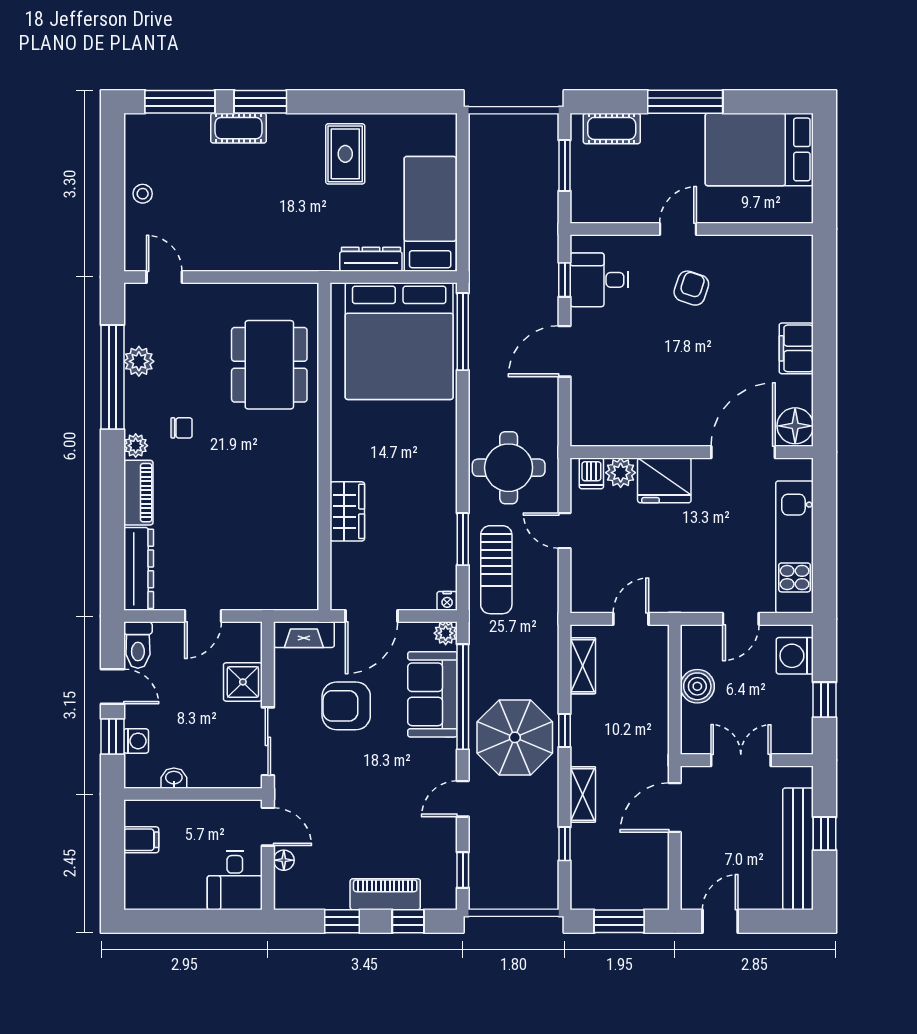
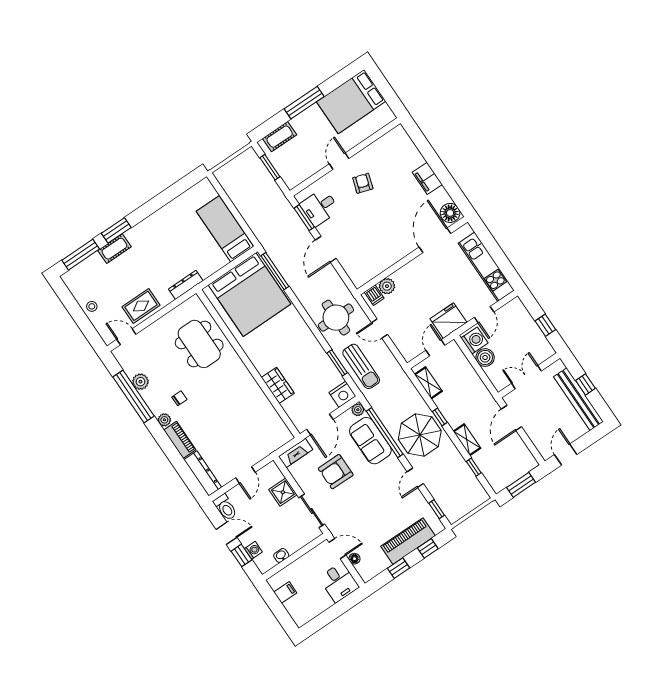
rug: (345, 154) -> (141, 306), moved, turned 90
dresser: (371, 259) -> (186, 285), moved
window: (565, 280) -> (304, 218), width x1.50
fridge: (664, 480) -> (448, 321), moved, turned 180
nightstand: (447, 601) -> (343, 394), width x1.89, depth x1.79
washing machine: (795, 656) -> (474, 340), moved, turned 180
piano: (385, 894) -> (408, 541), width x1.37, depth x1.33

